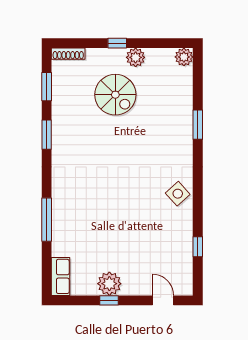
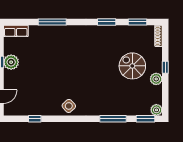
window: (198, 74) -> (145, 119), added
spiral stairs: (115, 95) -> (132, 66), turned 90
window: (198, 125) -> (113, 119), width x1.44

